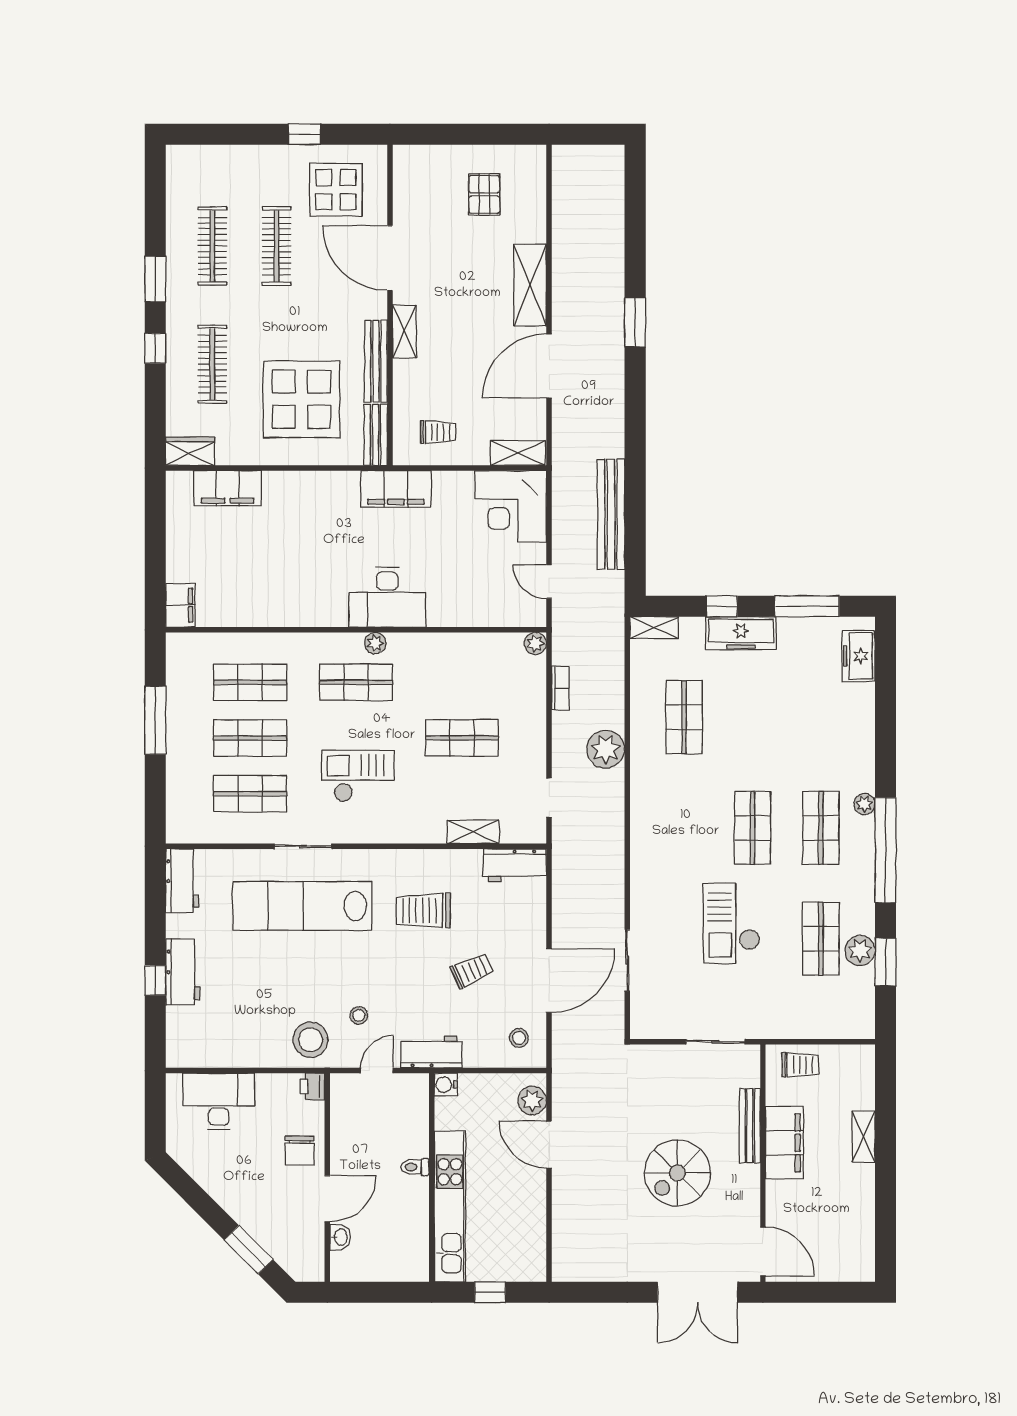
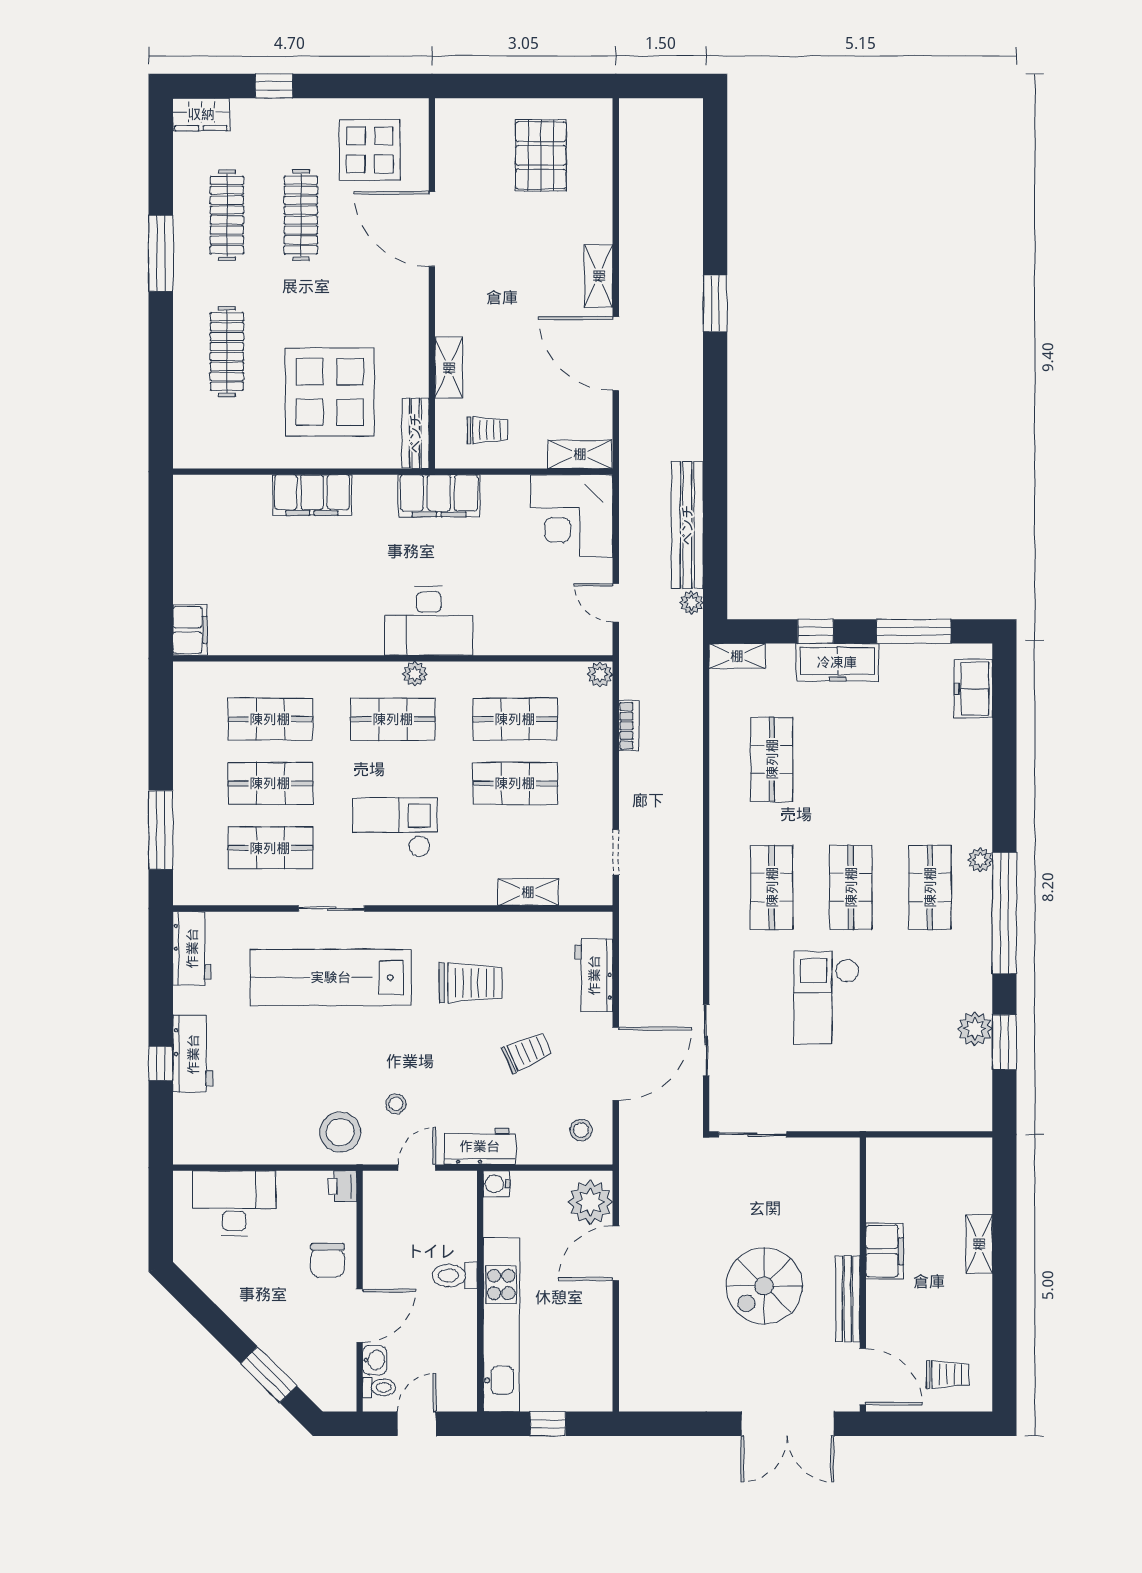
window: (305, 134) -> (274, 86), moved
pallet: (484, 194) -> (541, 155), width x1.50, depth x1.42
window: (155, 279) -> (161, 253), width x1.44
shelving: (530, 285) -> (599, 276), width x0.67, depth x0.75
shelving: (404, 331) -> (449, 368), moved
window: (155, 348) -> (161, 333), removed
bench: (376, 361) -> (416, 348), removed
door: (549, 366) -> (616, 354), hinge flipped
wardrobe: (190, 451) -> (201, 114), moved, turned 180
filing cabinet: (228, 488) -> (312, 495), moved
shop shelf: (462, 682) -> (515, 719), added
window: (155, 720) -> (161, 830), moved
plant: (606, 749) -> (691, 603), moved, width x0.53, depth x0.53
workbench: (515, 865) -> (594, 975), moved, turned 90
trolley: (423, 910) -> (470, 983), turned 180
shop shelf: (821, 939) -> (772, 887), moved
sliding door: (715, 1042) -> (753, 1134), moved
trolley: (800, 1065) -> (948, 1374), moved
plant: (532, 1100) -> (590, 1202), width x1.36, depth x1.36
bench: (750, 1126) -> (848, 1299), moved
filing cabinet: (784, 1143) -> (885, 1251), width x0.67, depth x0.86
door: (549, 1145) -> (616, 1253), hinge flipped
toilet: (415, 1167) -> (455, 1275), width x1.37, depth x1.39
toilet: (344, 1261) -> (379, 1387), added
door: (377, 1292) -> (417, 1424), added

